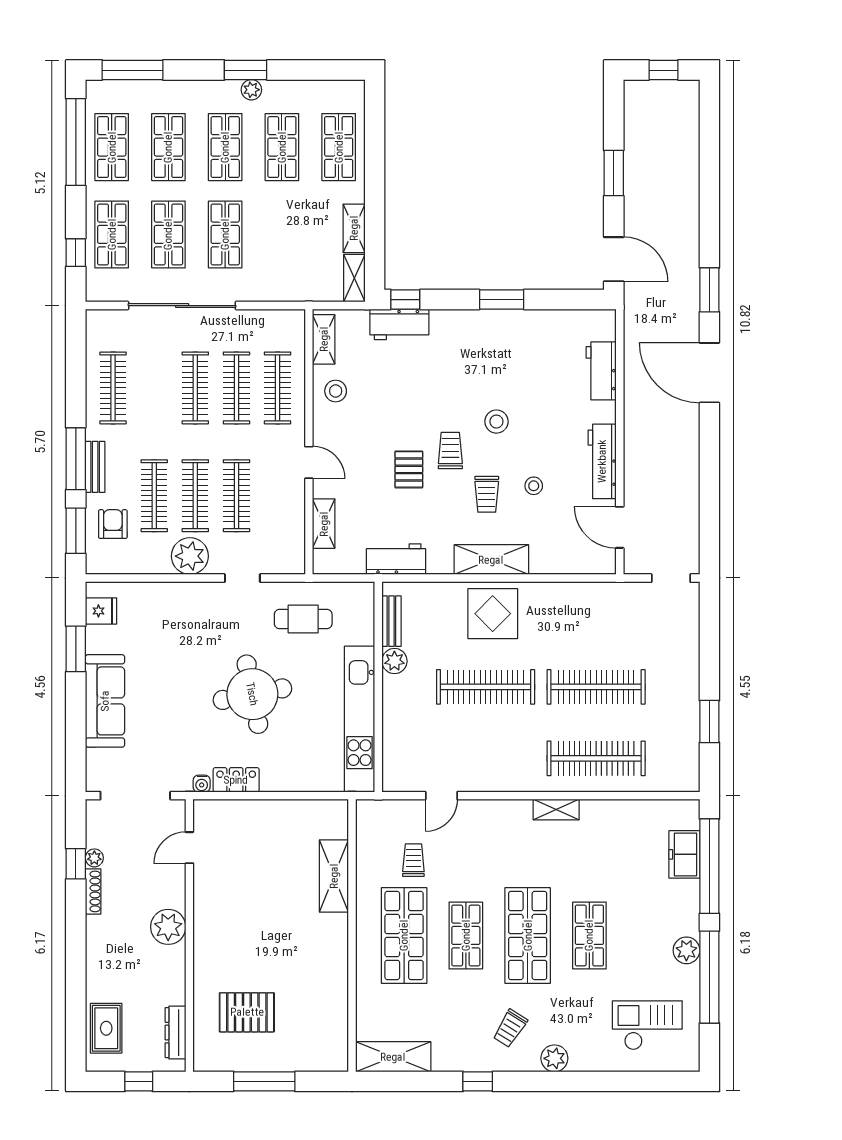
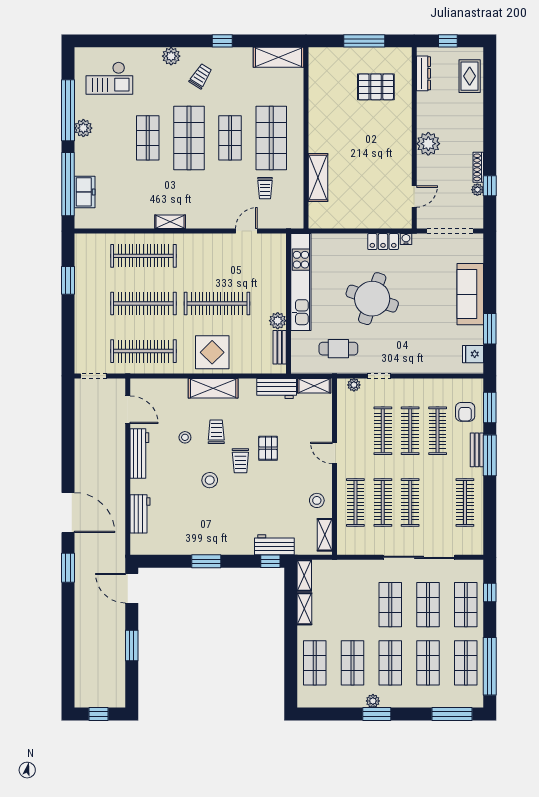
shelving: (324, 524) -> (314, 386), moved, turned 90
plant: (190, 556) -> (354, 385), moved, width x0.53, depth x0.53
clothes rail: (596, 615) -> (143, 351), added
round table: (252, 694) -> (372, 299), turned 30

